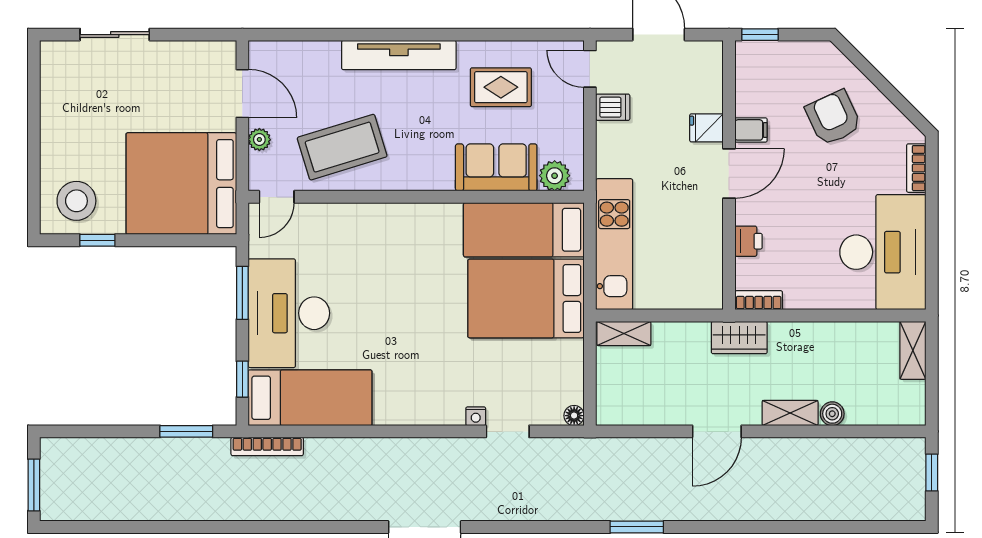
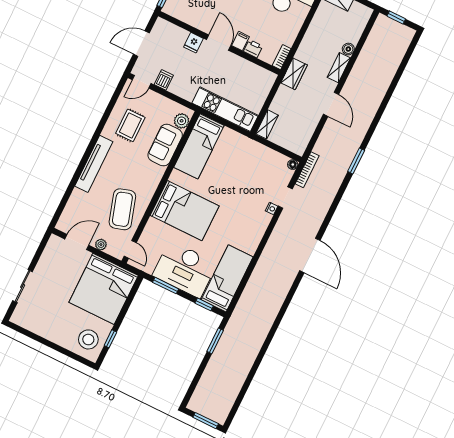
filing cabinet: (751, 130) -> (240, 41), moved
bed: (526, 298) -> (185, 211), moved, turned -90
bookcase: (267, 446) -> (307, 170), moved

